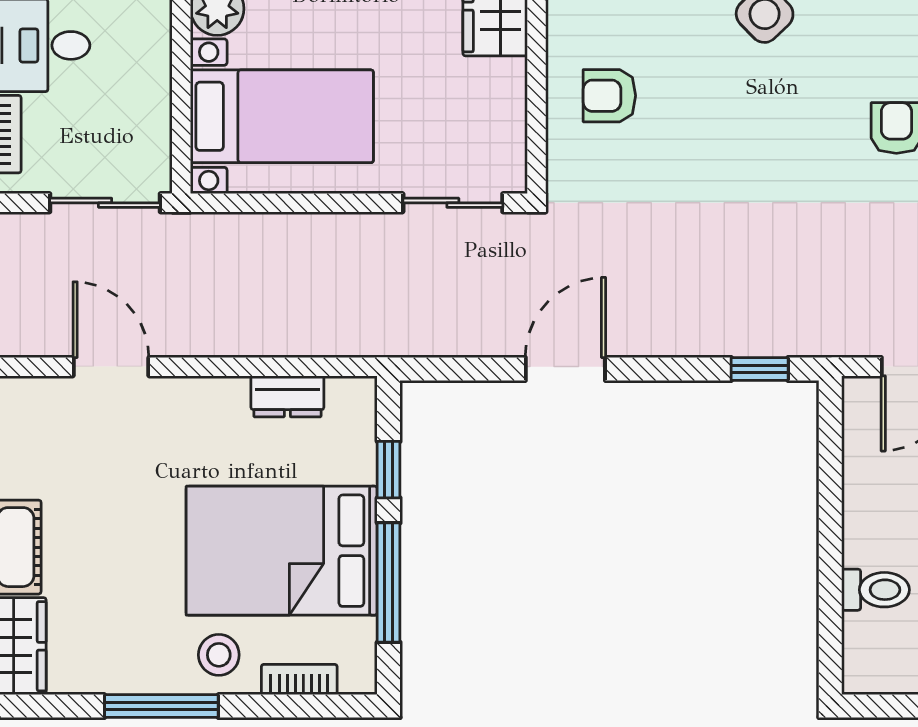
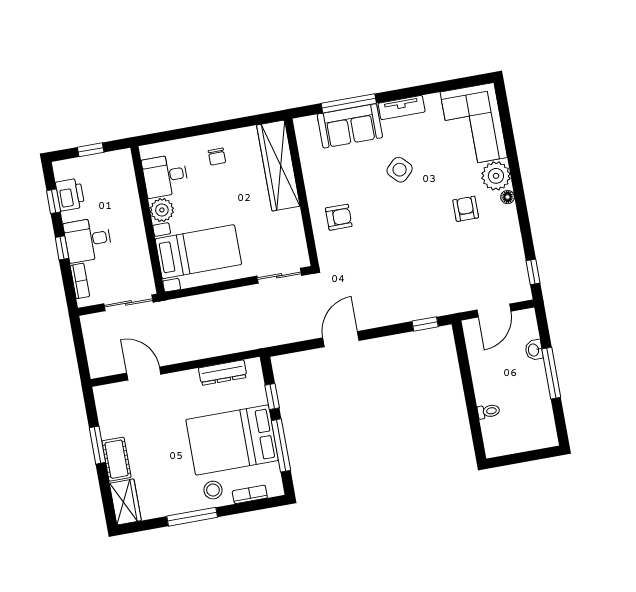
armchair: (609, 96) -> (339, 217), turned 180
dresser: (287, 396) -> (223, 373), width x1.44
toilet: (876, 590) -> (489, 411), width x0.73, depth x0.72

